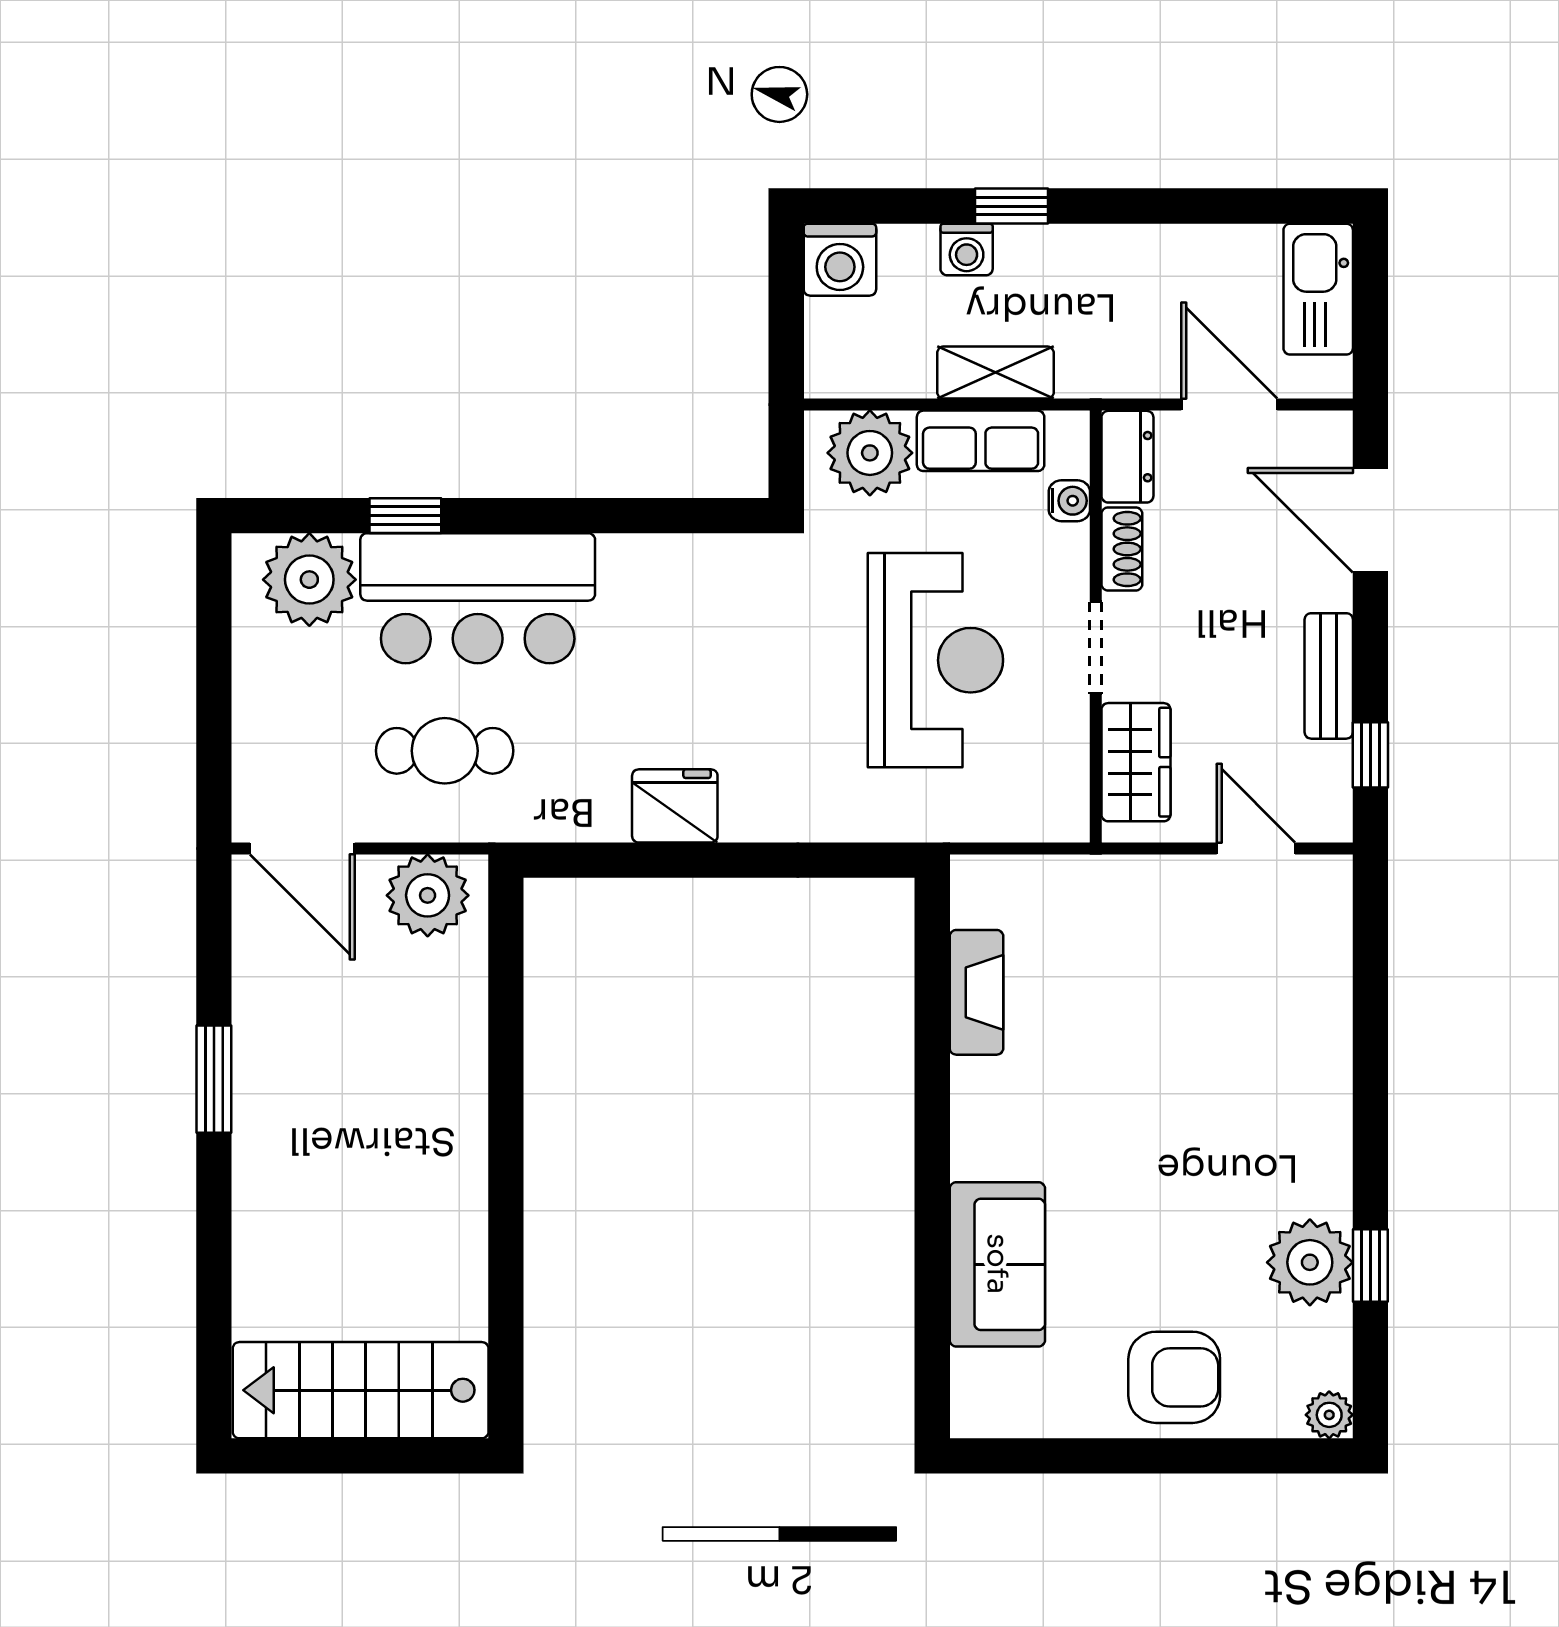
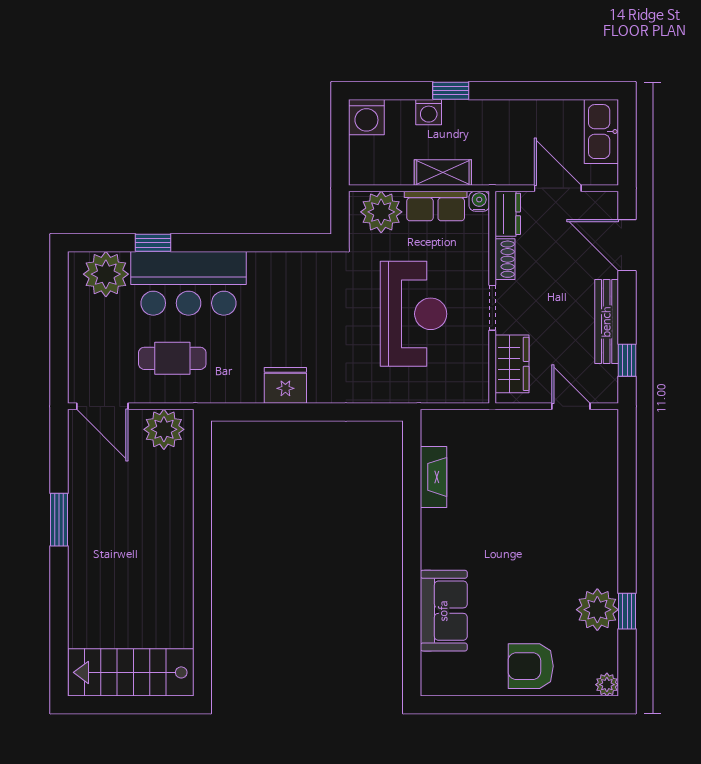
water cooler: (1069, 501) -> (479, 201), moved, turned -90
bench: (1329, 676) -> (607, 322), width x1.36
armchair: (1174, 1377) -> (531, 666), turned 180

